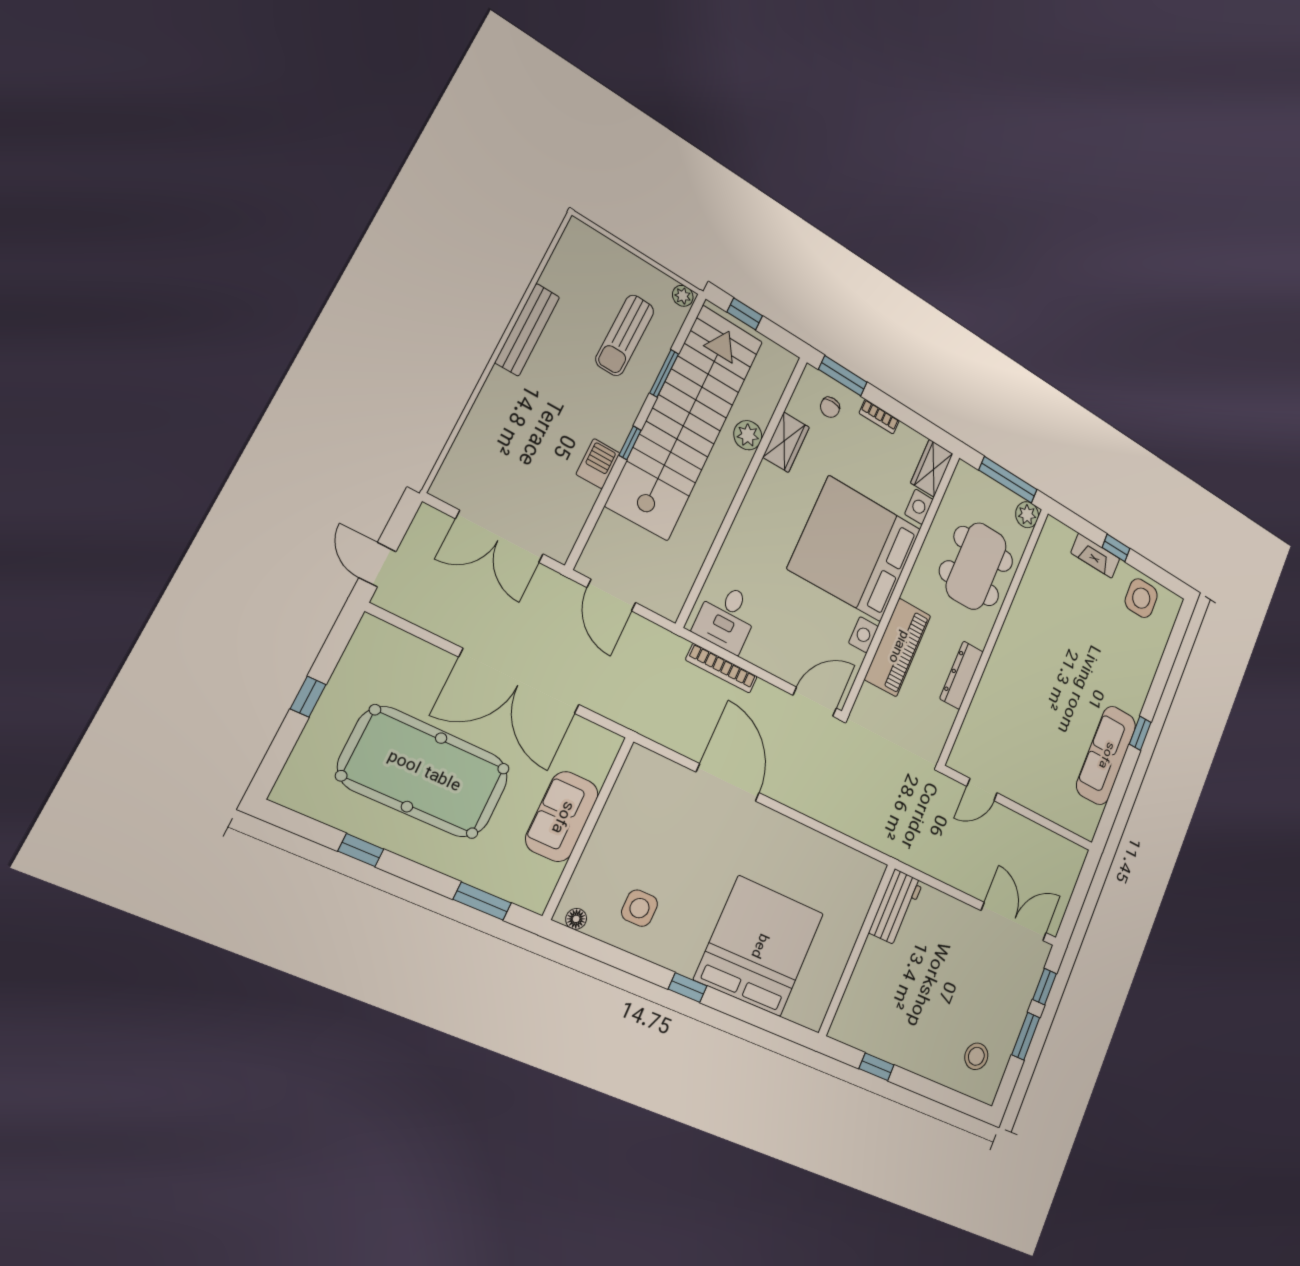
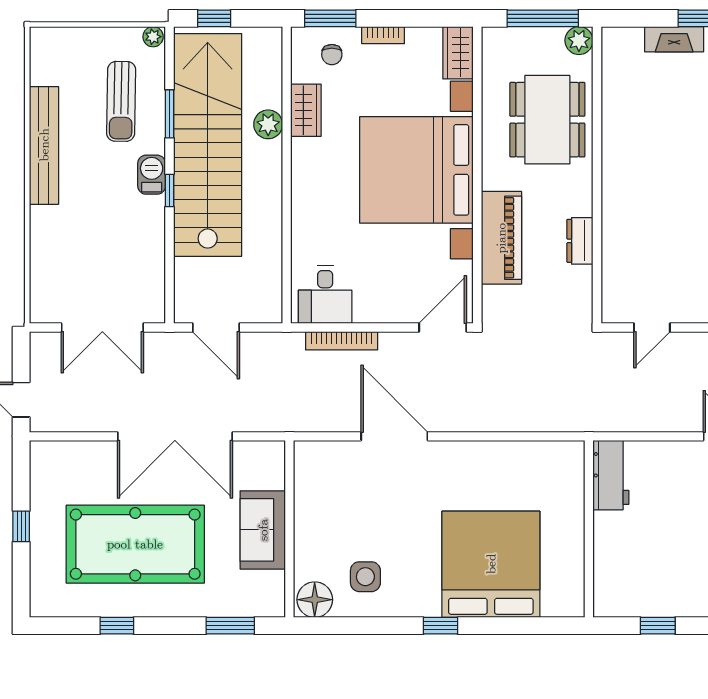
bench: (527, 330) -> (44, 145), width x1.37, depth x1.21
barbecue: (598, 464) -> (152, 175), moved
dresser: (962, 675) -> (580, 241), width x0.70
floor lamp: (576, 919) -> (315, 600), width x1.89, depth x1.89

